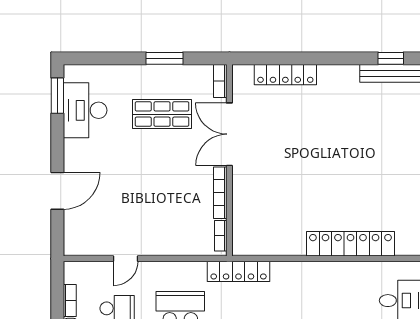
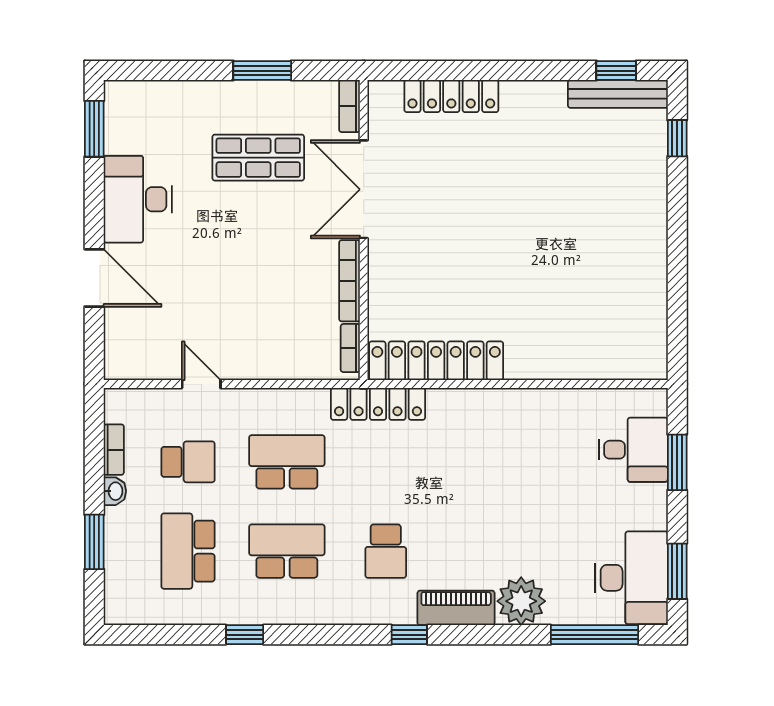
desk: (85, 110) -> (138, 199), moved
door: (57, 191) -> (94, 278), hinge flipped
locker: (350, 244) -> (436, 361), moved
door: (126, 259) -> (201, 384), swing flipped

